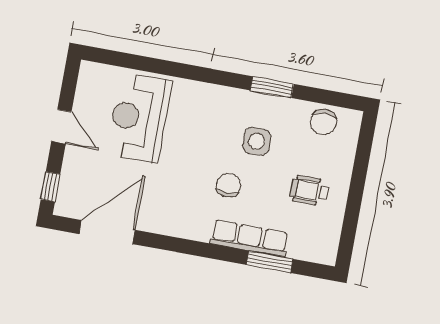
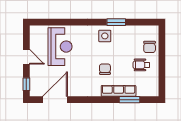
reception desk: (139, 118) -> (60, 47), turned 180
chair: (323, 122) -> (150, 47), moved
side table: (257, 141) -> (105, 36), moved

